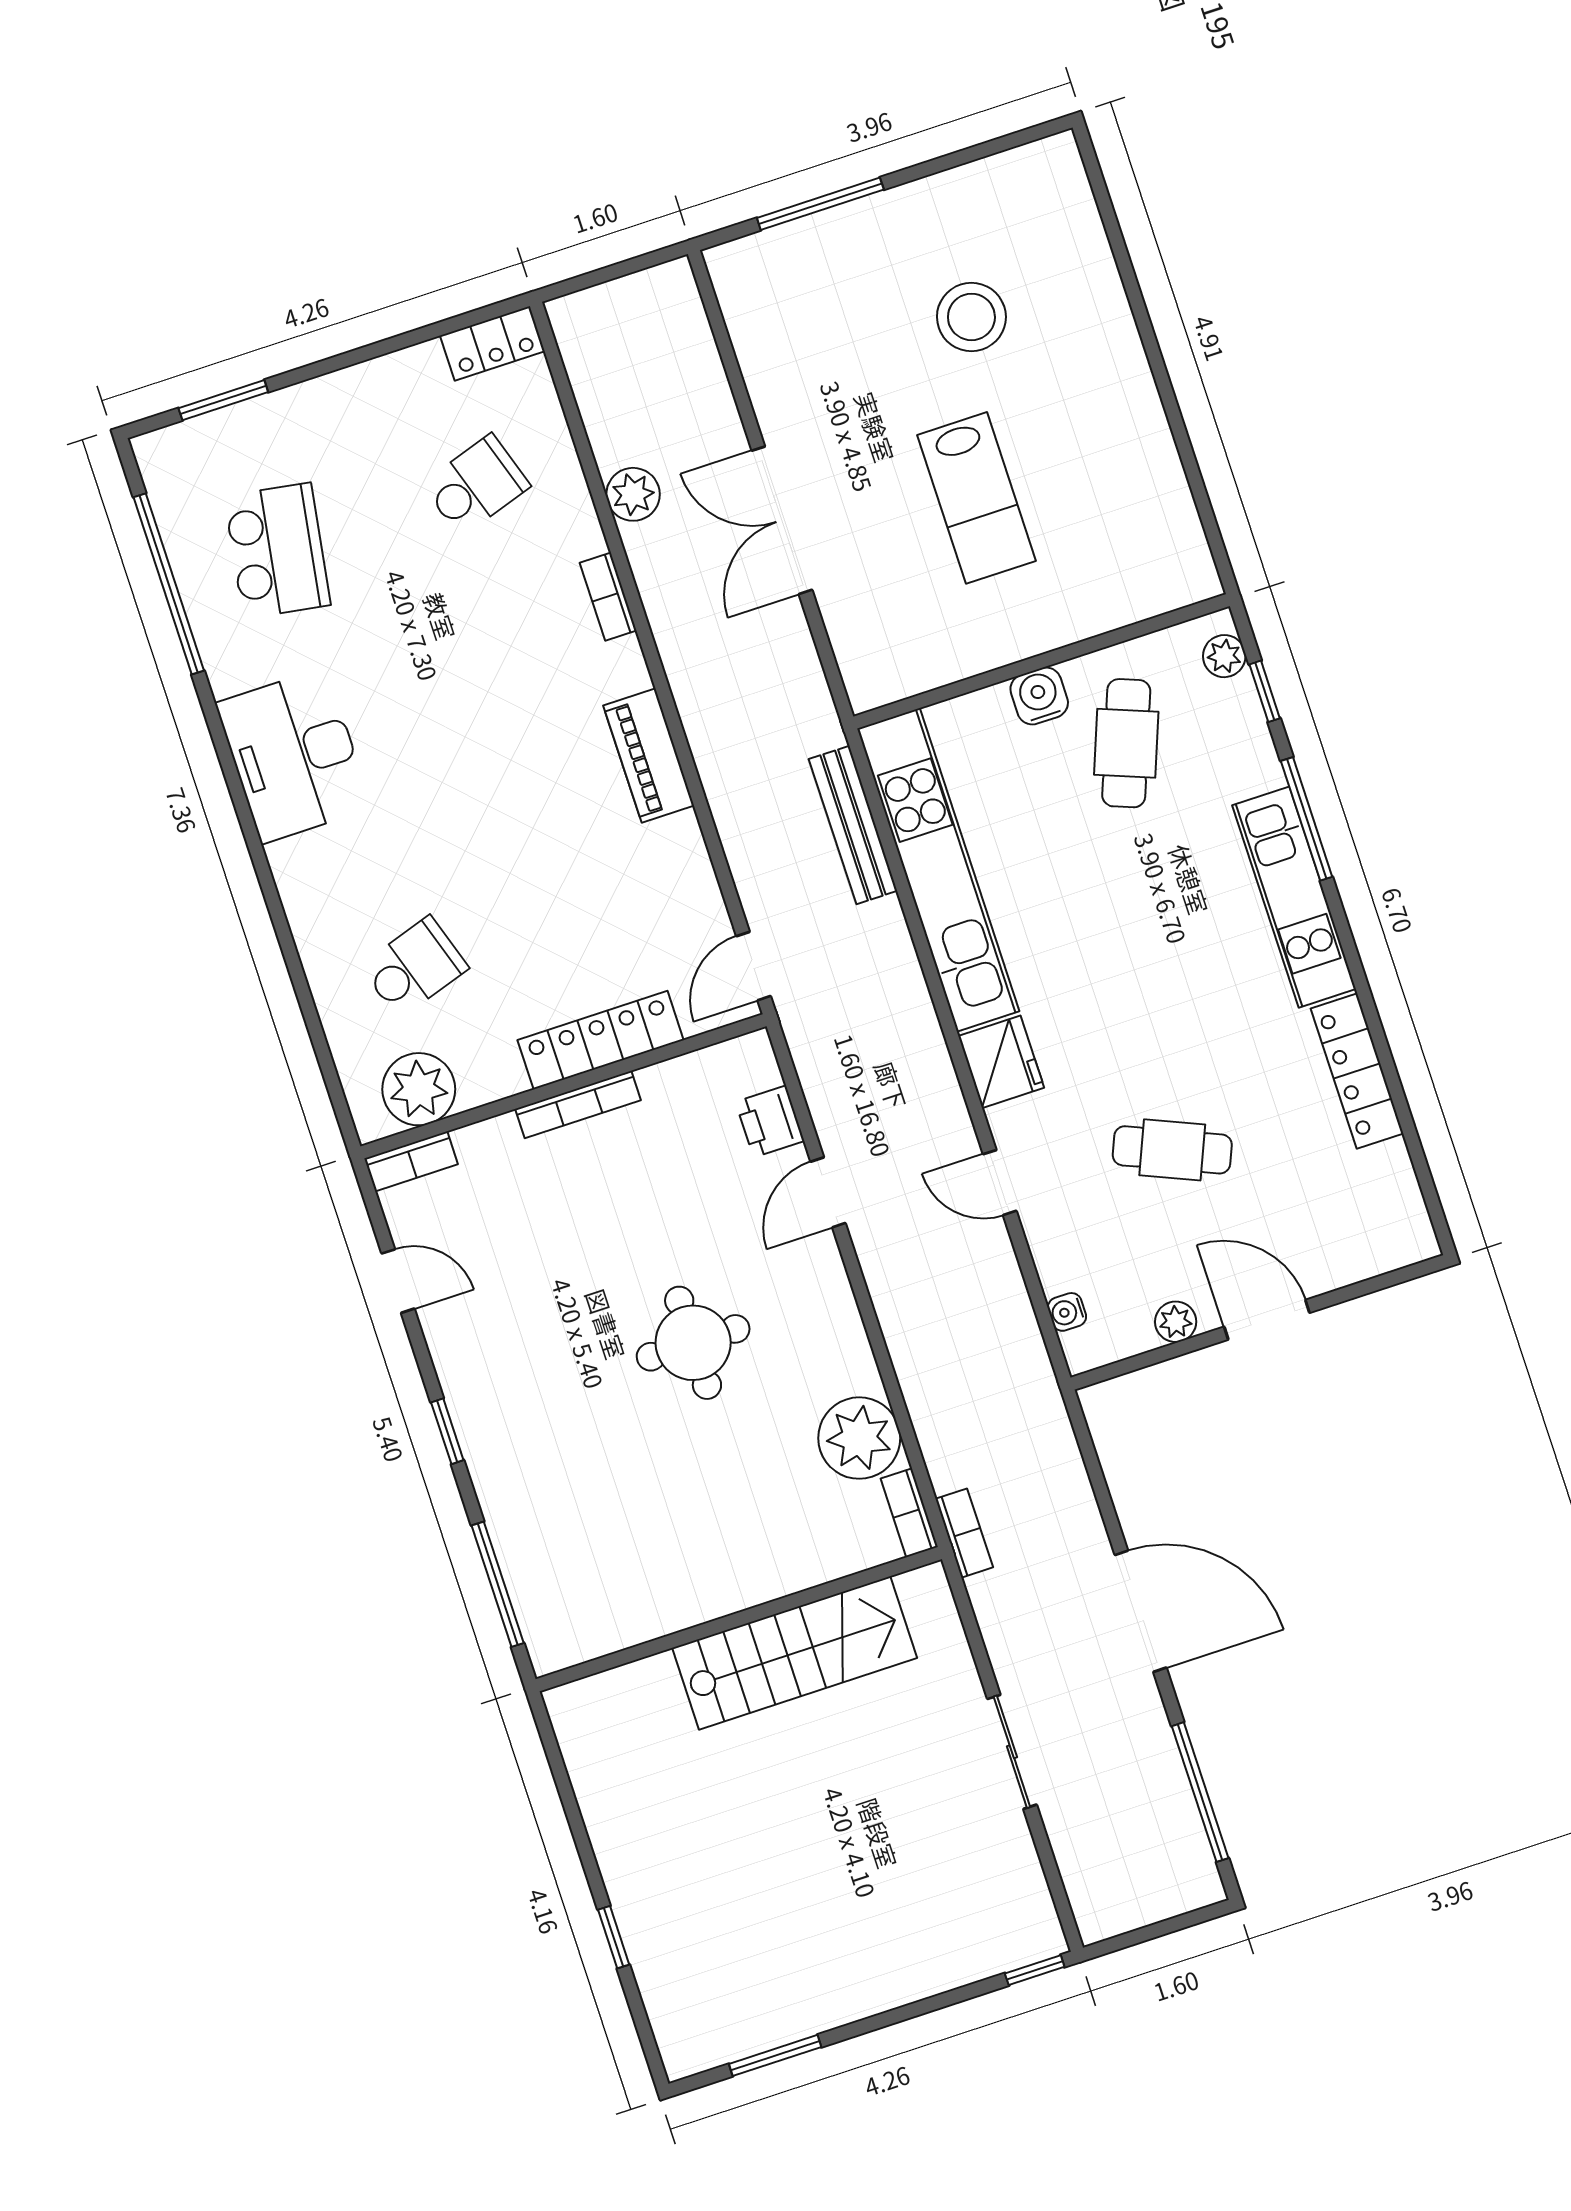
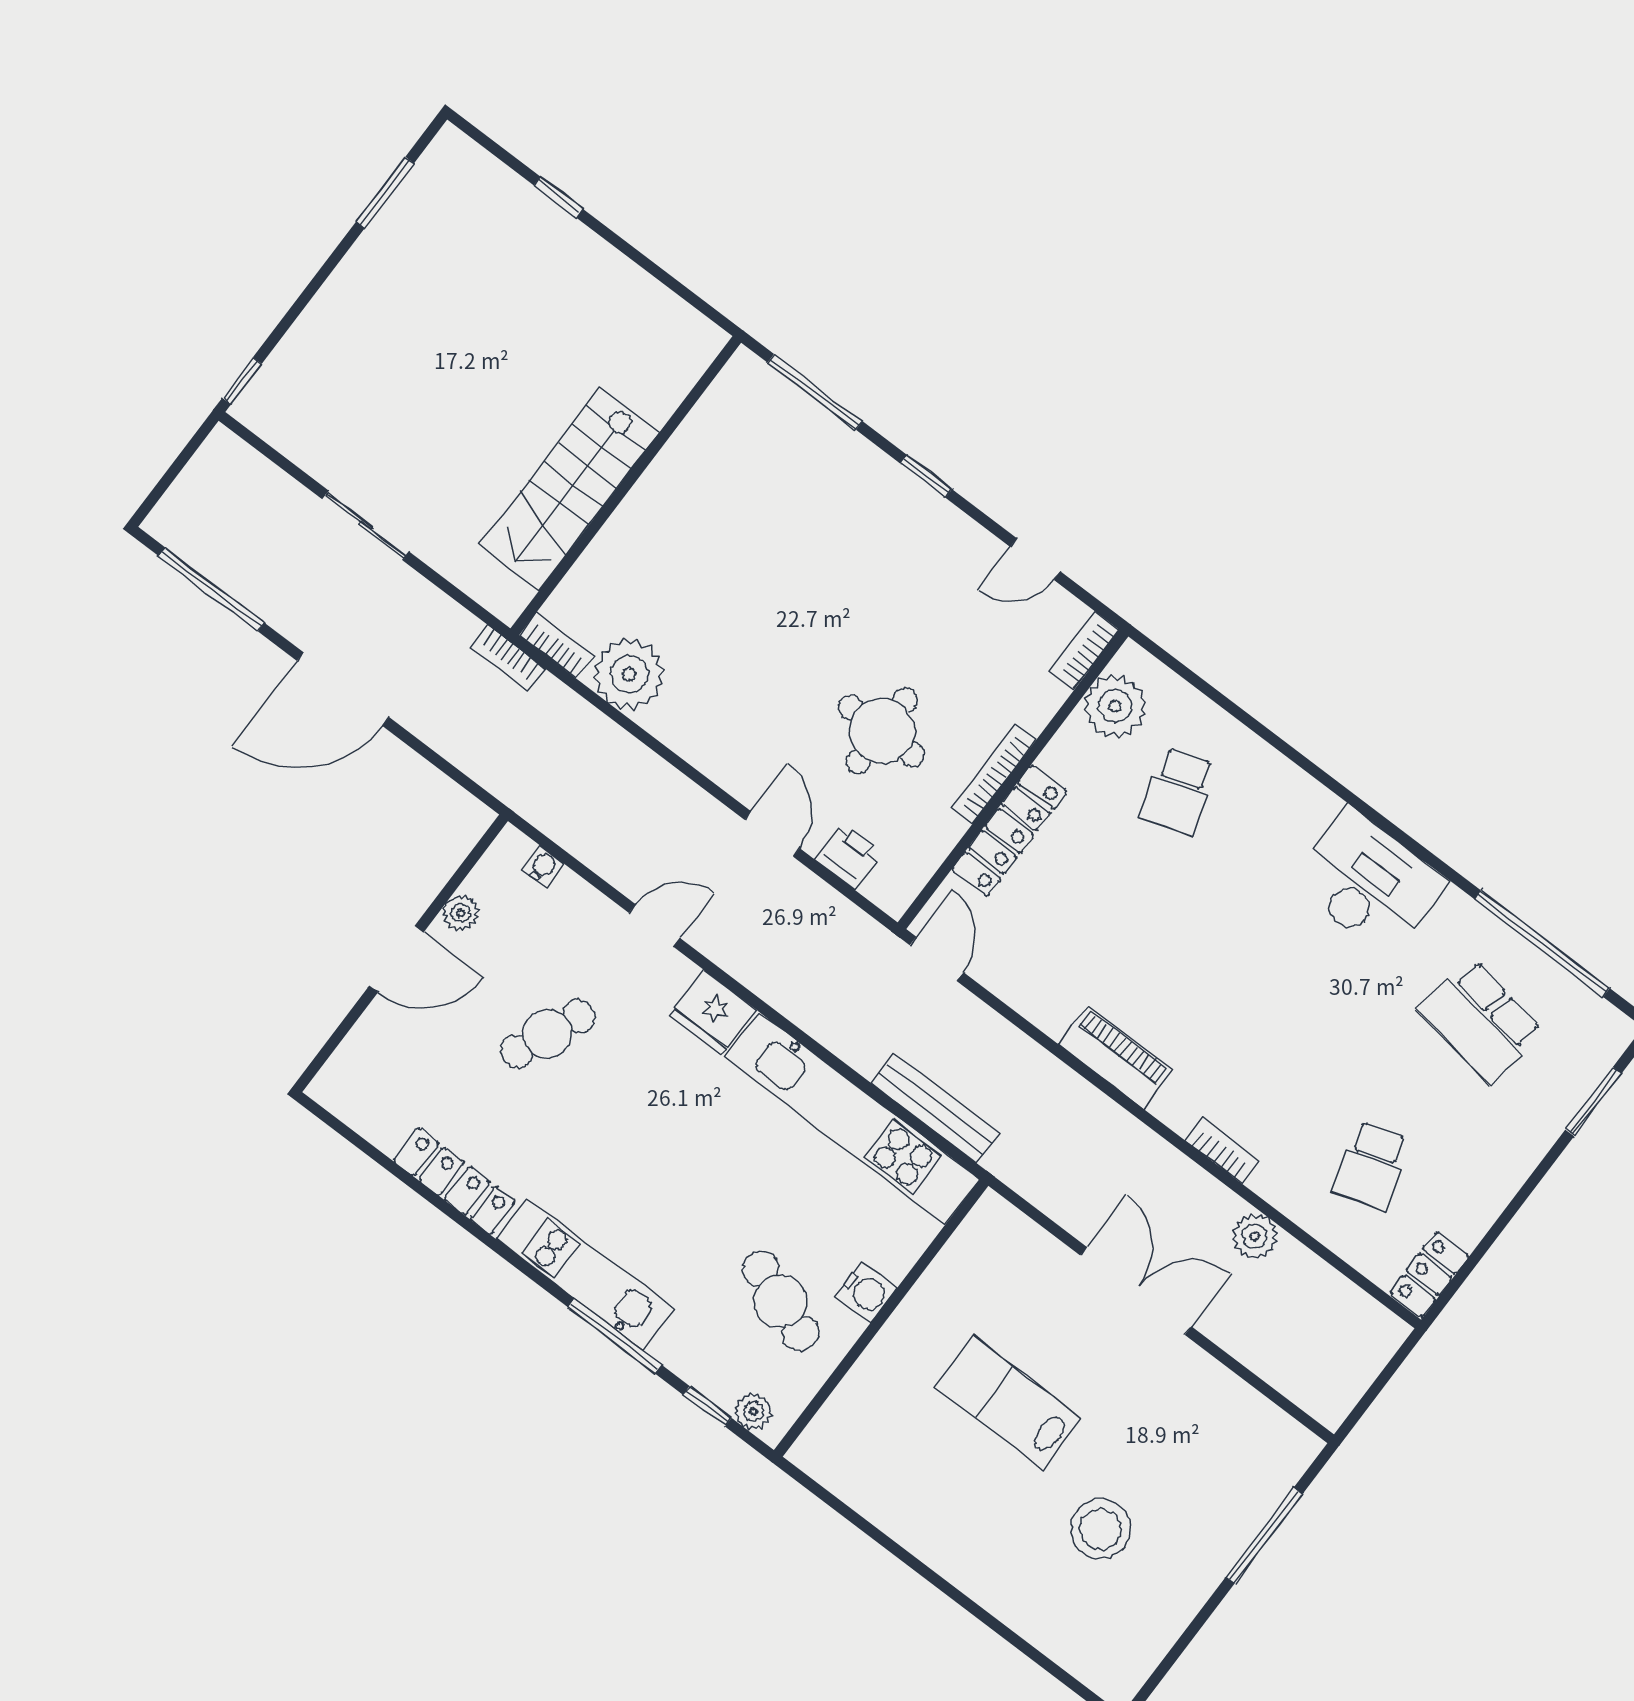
round table: (693, 1343) -> (882, 731), moved

